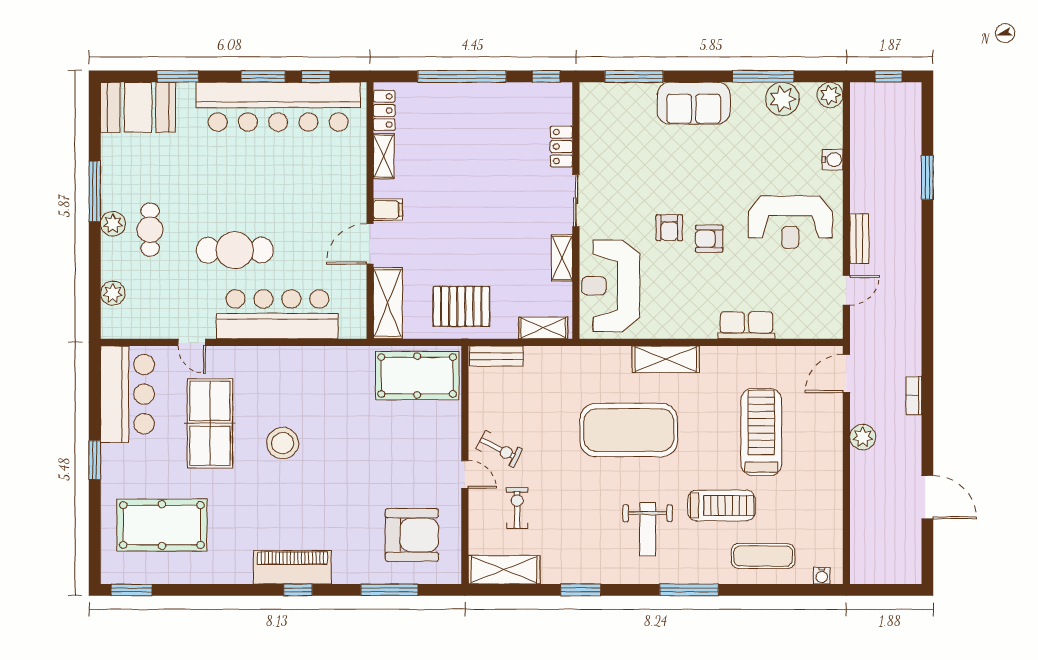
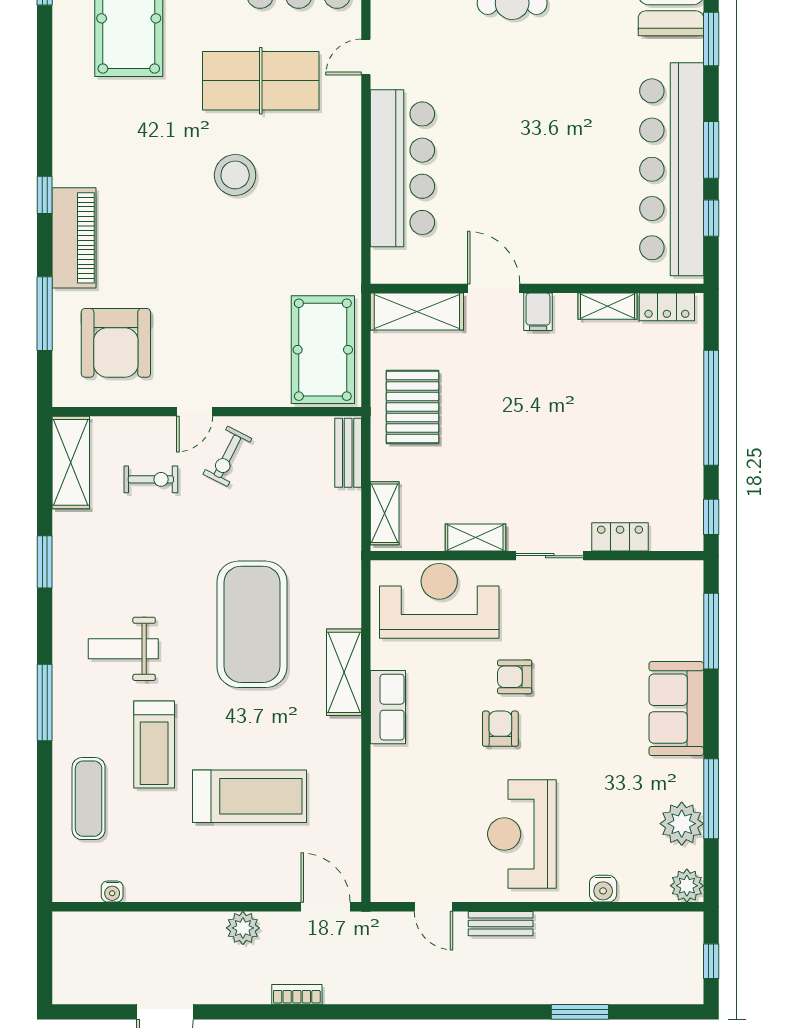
cafe table: (235, 250) -> (486, 113), removed
row of seats: (746, 325) -> (388, 707), moved
piano: (292, 567) -> (74, 238), moved
water cooler: (822, 576) -> (112, 892), moved, turned -90

